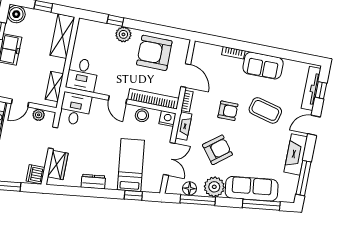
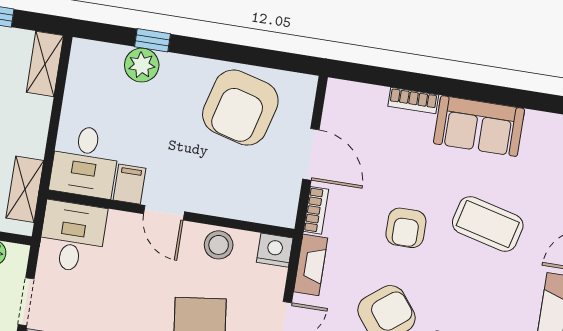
plant: (123, 34) -> (142, 65), moved
shelving: (62, 36) -> (45, 64), width x0.67, depth x0.75
armchair: (154, 53) -> (240, 108), turned -75
filing cabinet: (102, 86) -> (129, 184), added
bookcase: (153, 99) -> (242, 208), removed
armchair: (228, 111) -> (406, 228), turned 90

